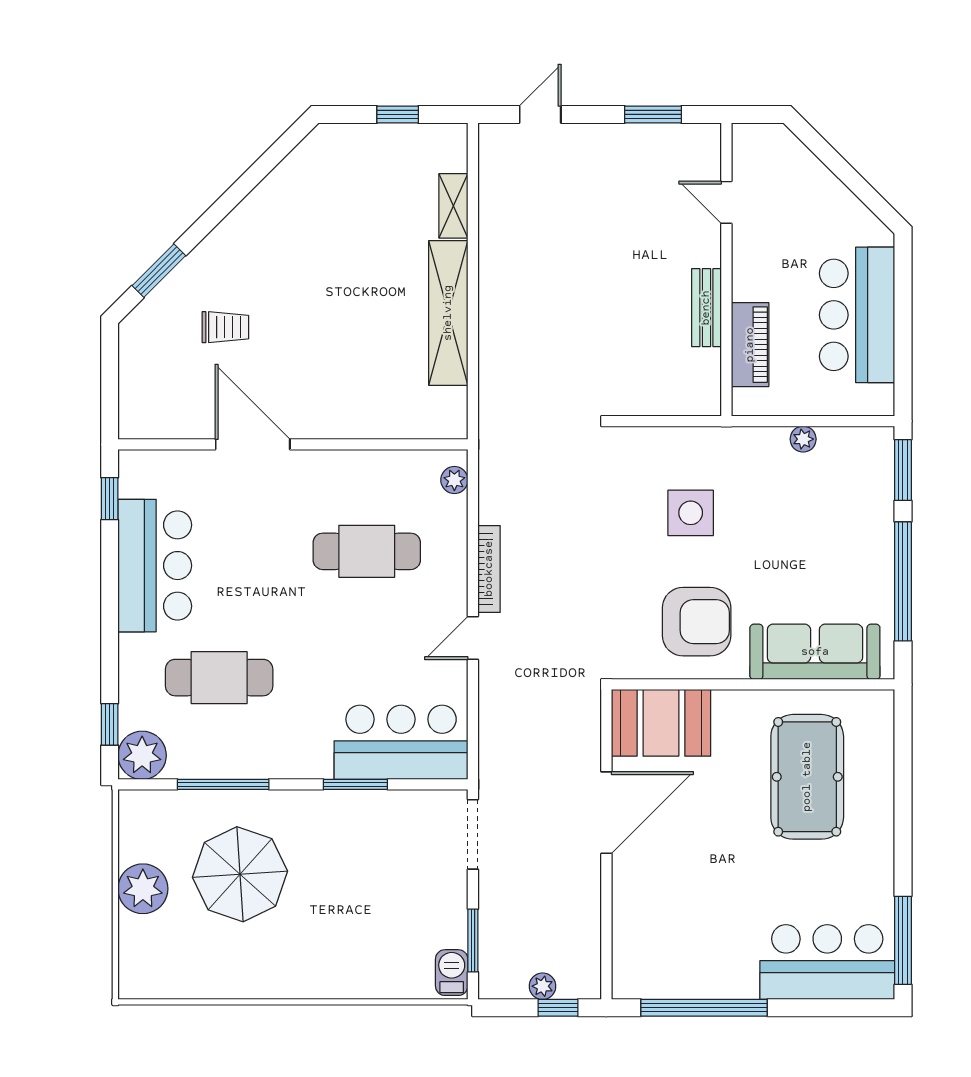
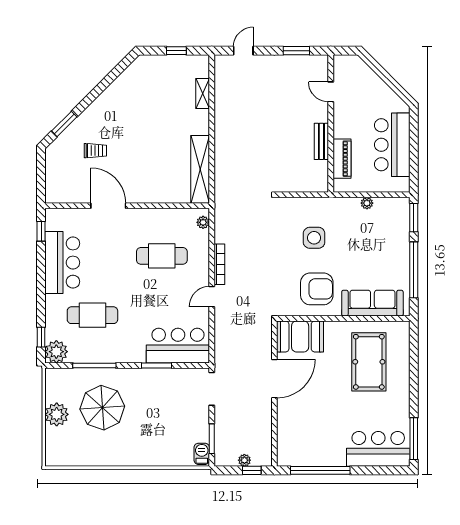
shelving: (448, 313) -> (200, 169), moved

